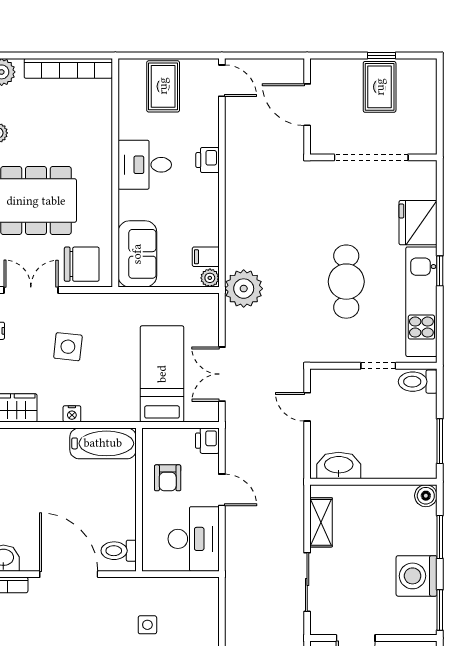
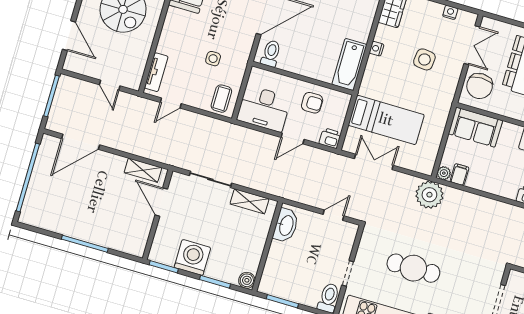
armchair: (168, 478) -> (312, 103), turned 180
coffee table: (197, 599) -> (221, 99), added

